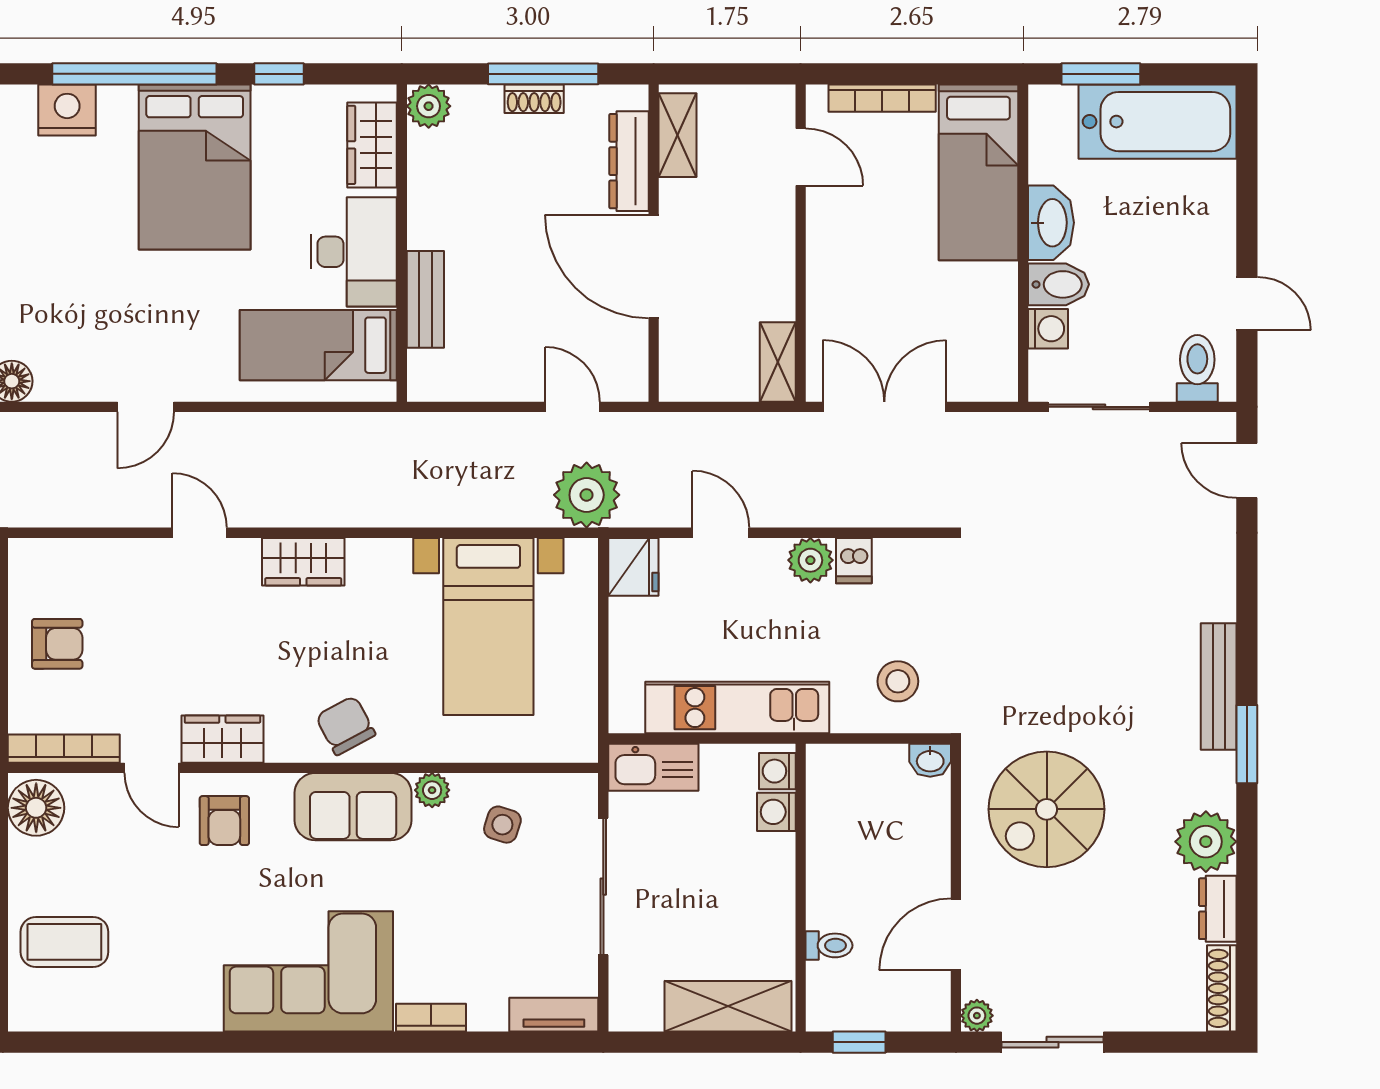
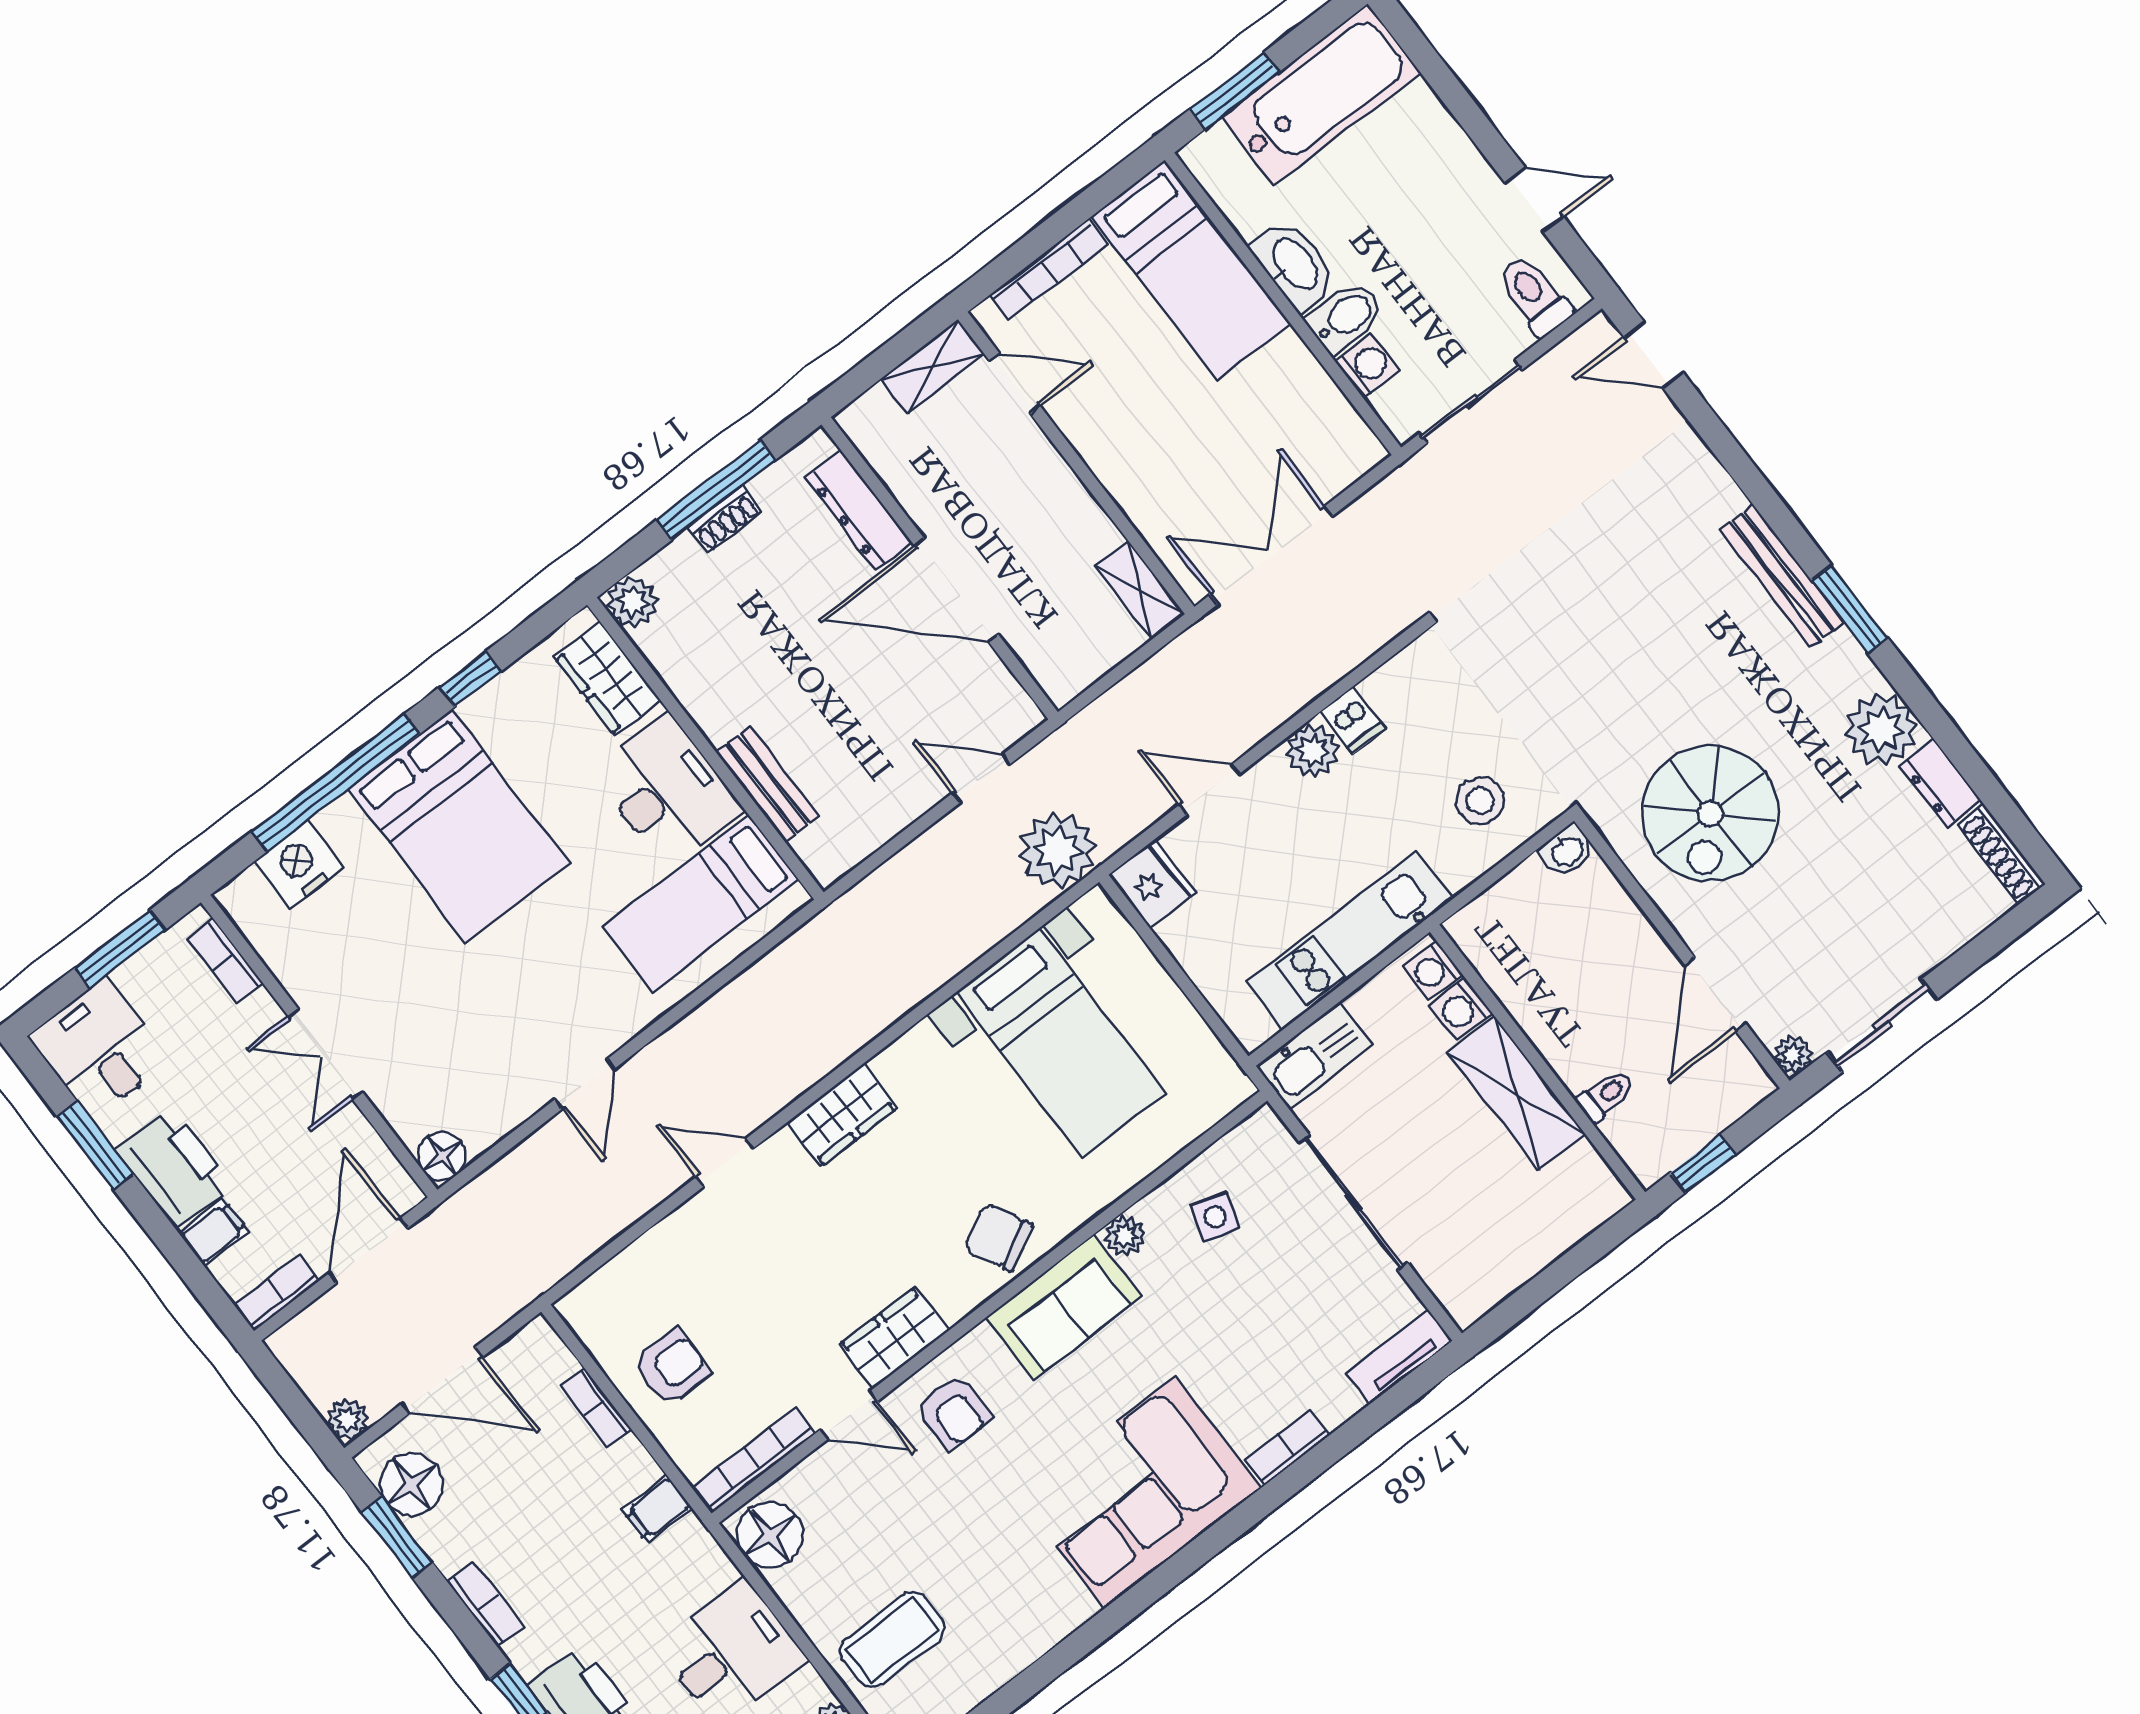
shelving: (678, 135) -> (932, 367), moved, turned 90
shelving: (728, 1006) -> (1517, 1093), moved, turned 90

